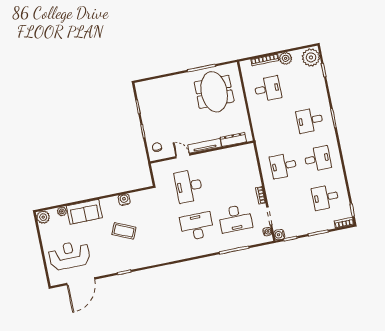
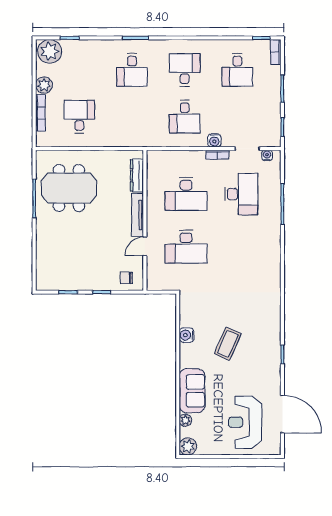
desk: (197, 226) -> (186, 194), moved, turned -90
water cooler: (279, 235) -> (214, 140), moved

